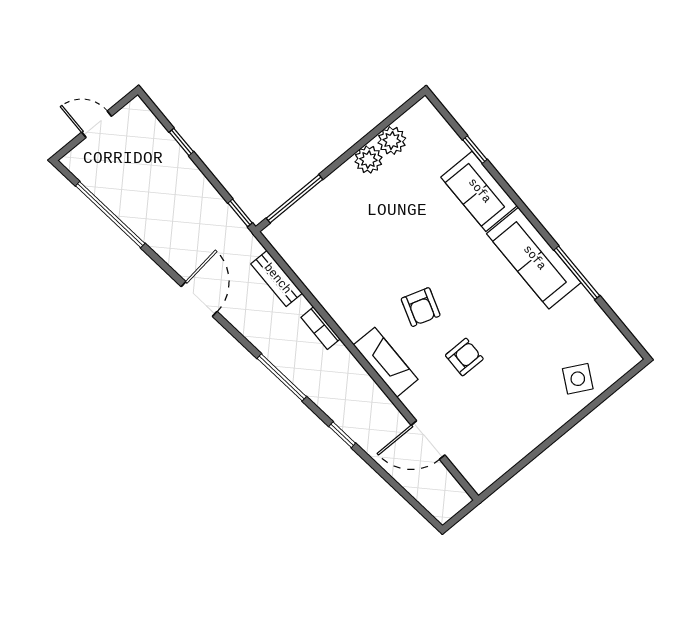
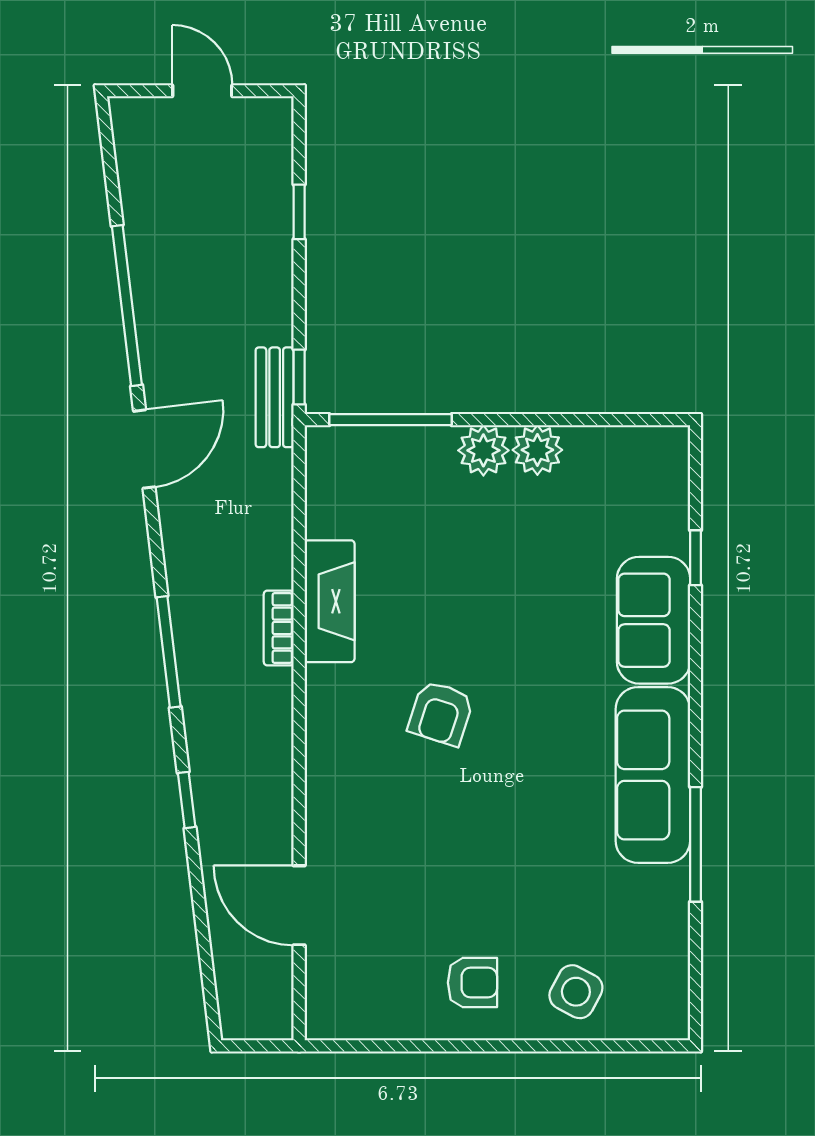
plant: (392, 141) -> (483, 450), moved
window: (110, 215) -> (127, 306), moved
bench: (277, 279) -> (275, 397), moved
armchair: (464, 357) -> (472, 983), moved
fireplace: (386, 362) -> (330, 601), moved

